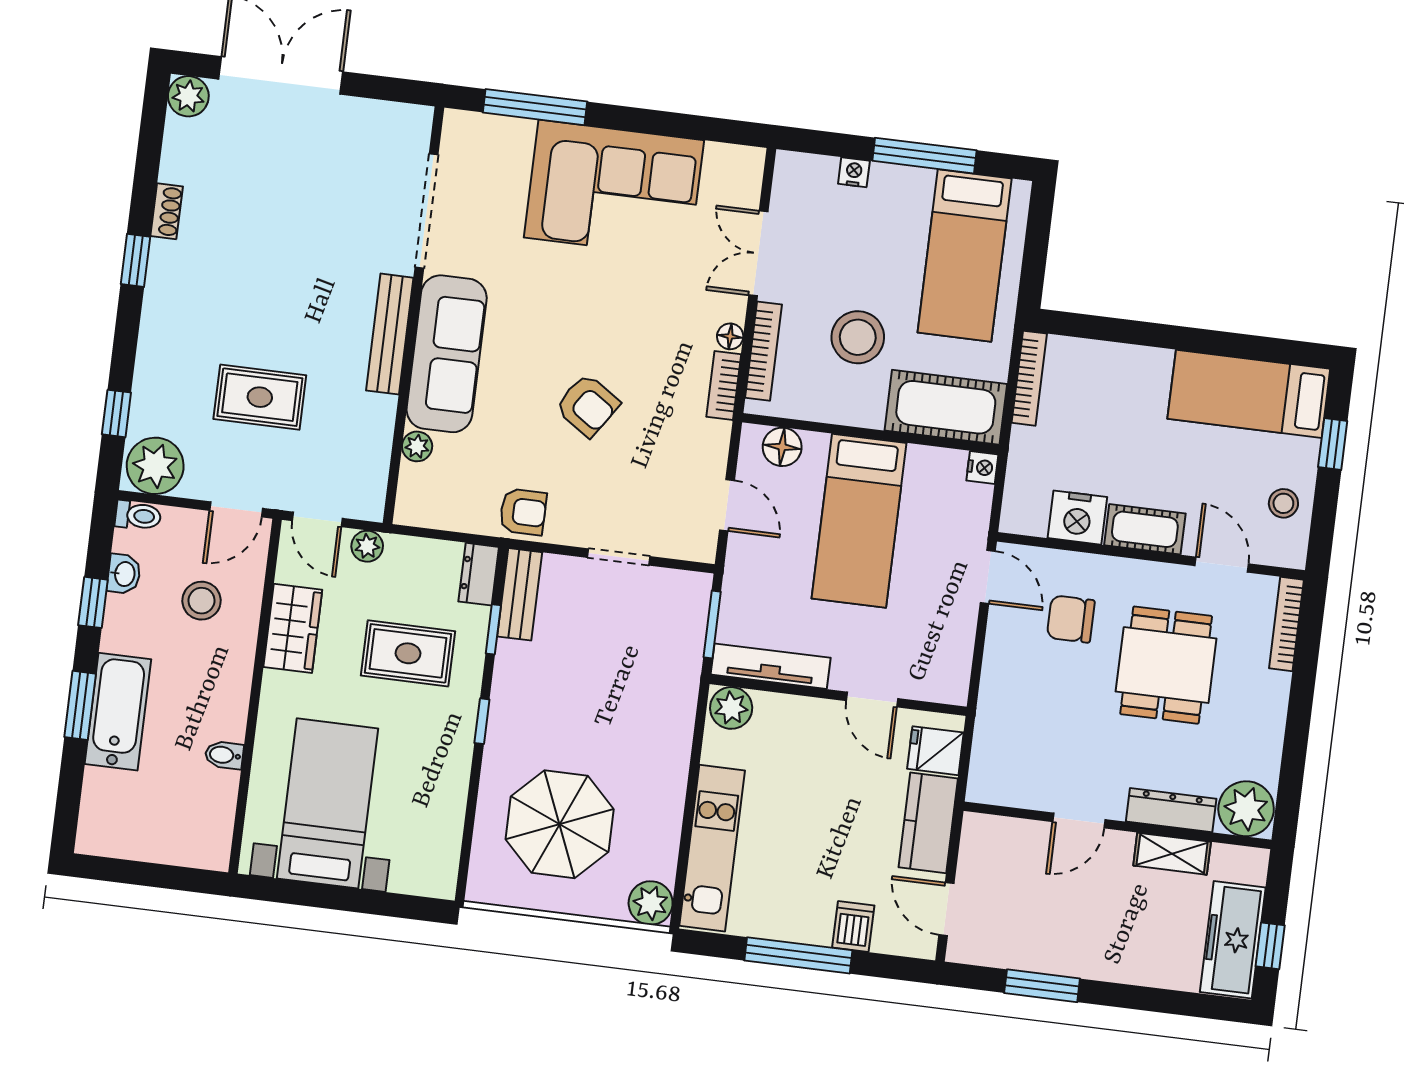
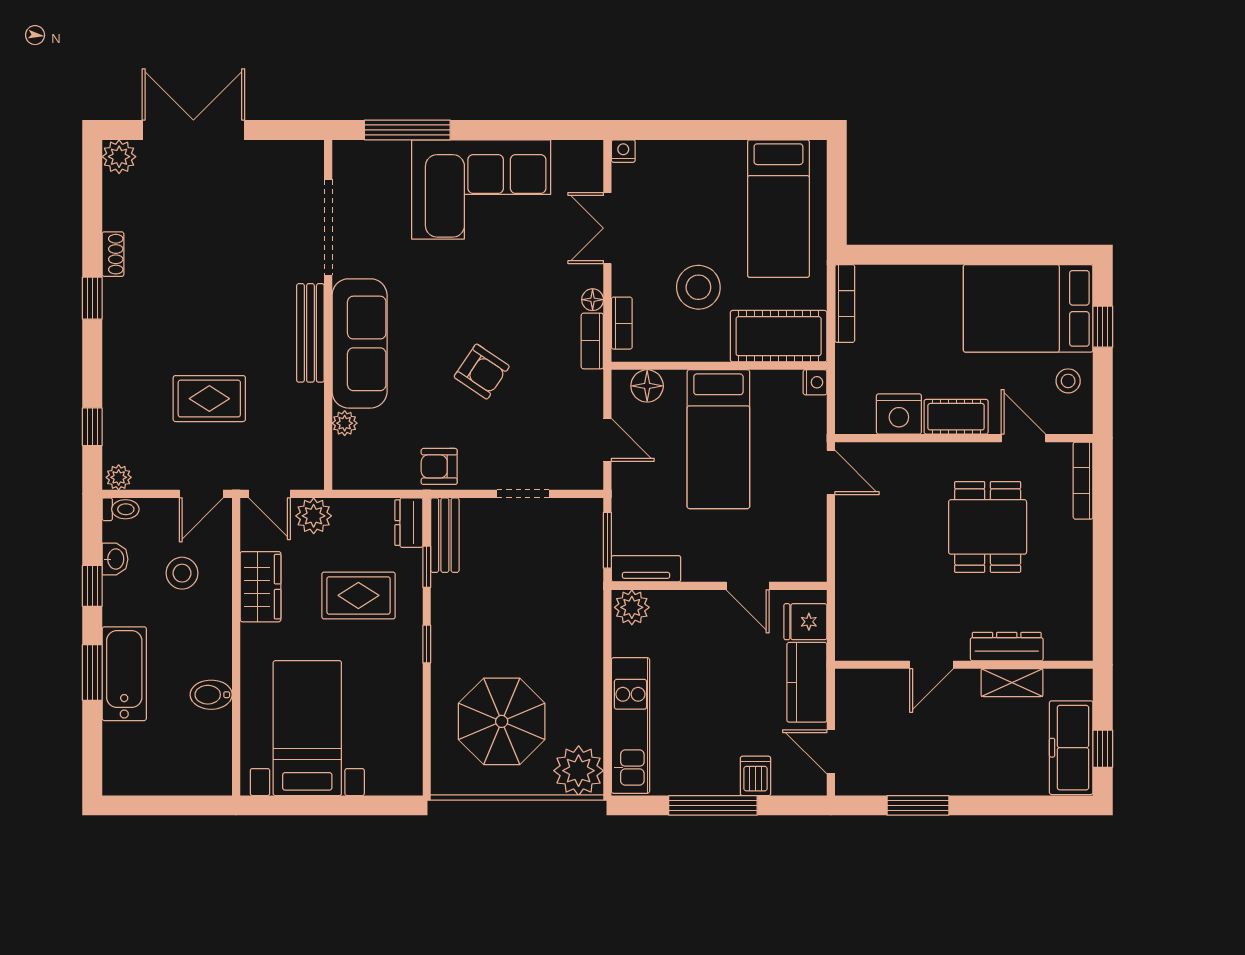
window: (925, 156) -> (735, 130), removed
nightstand: (854, 172) -> (623, 151), moved
bookcase: (763, 351) -> (622, 323), width x0.64
bed: (1249, 394) -> (1028, 308), width x1.50
plant: (155, 466) -> (119, 477), width x0.53, depth x0.53
armchair: (523, 512) -> (439, 466), turned 180
plant: (367, 546) -> (314, 516), width x1.38, depth x1.38
chair: (1071, 619) -> (904, 499), removed
tv unit: (771, 666) -> (646, 569), width x0.71
bidet: (224, 755) -> (211, 695), width x1.38, depth x1.36
plant: (1246, 809) -> (1069, 638), removed
plant: (651, 903) -> (579, 771), width x1.36, depth x1.36

